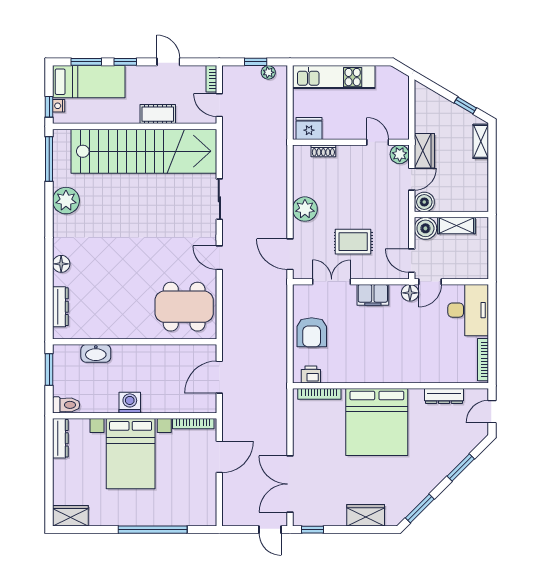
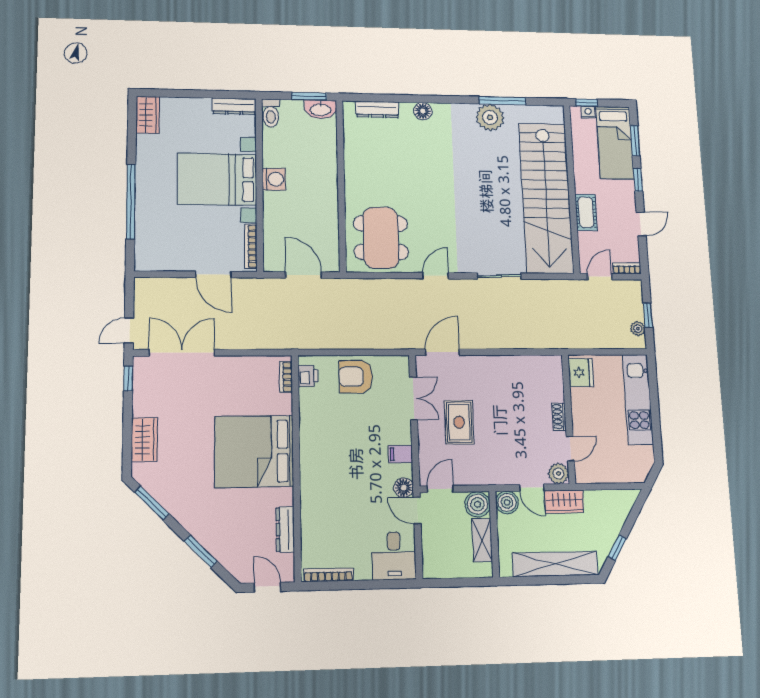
shelving: (481, 141) -> (555, 564), width x2.20, depth x1.33
shoe rack: (323, 151) -> (559, 417), moved
window: (49, 159) -> (502, 101), moved
plant: (305, 209) -> (493, 368), removed
filing cabinet: (373, 295) -> (400, 454), width x0.50
desk: (468, 310) -> (394, 556), width x0.73
washbasin: (96, 353) -> (321, 109), moved, turned -90
bookcase: (319, 394) -> (286, 377), width x0.64

